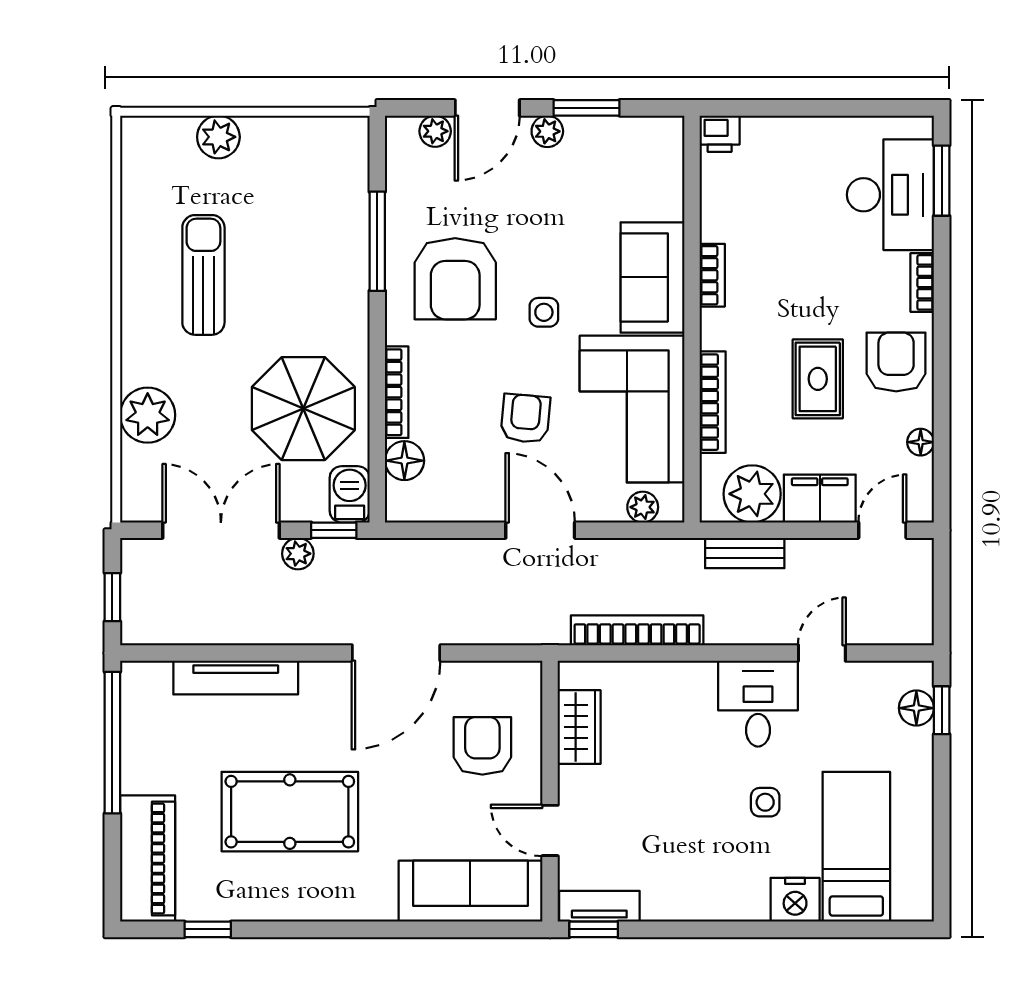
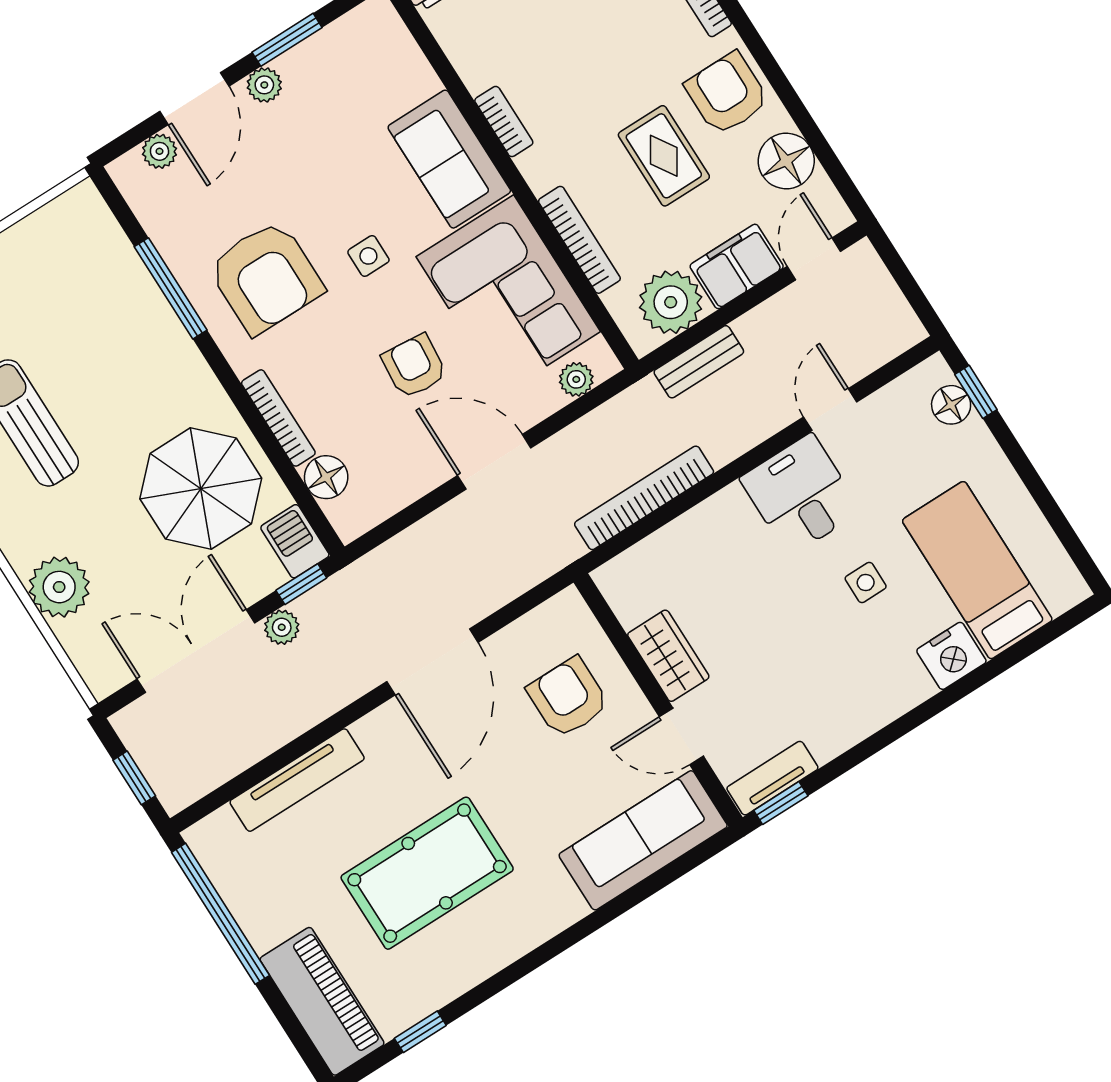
floor lamp: (921, 442) -> (786, 161), width x1.89, depth x1.89
wardrobe: (579, 727) -> (668, 656), moved

